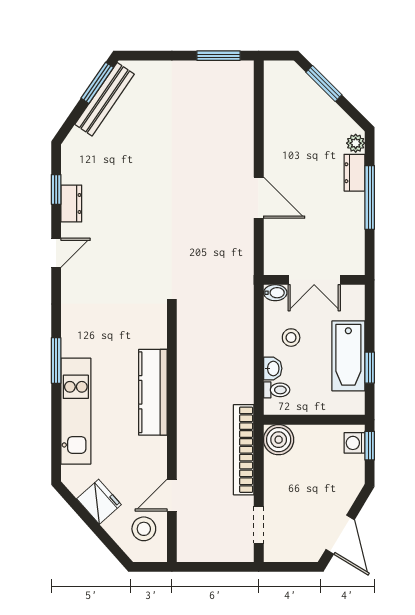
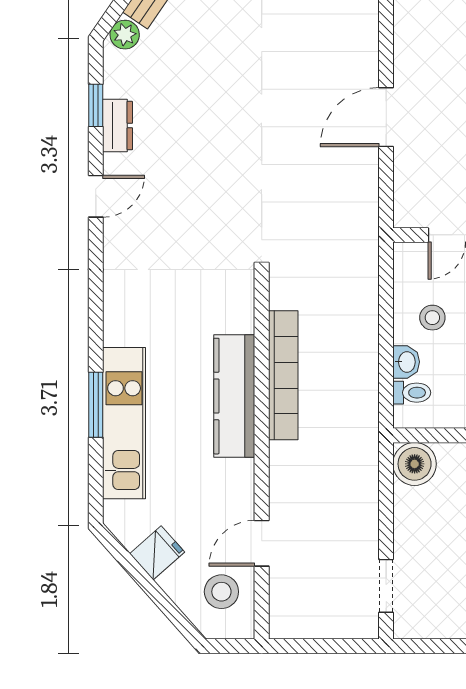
plant: (76, 140) -> (125, 35), added
door: (259, 198) -> (386, 117), swing flipped
bidet: (275, 293) -> (410, 253), removed
window: (56, 361) -> (96, 405), moved
bookcase: (244, 450) -> (283, 375), moved, turned 180
fridge: (99, 502) -> (157, 553), width x0.72

